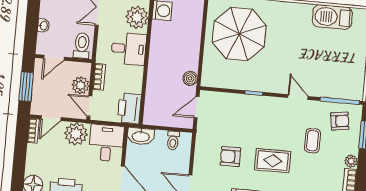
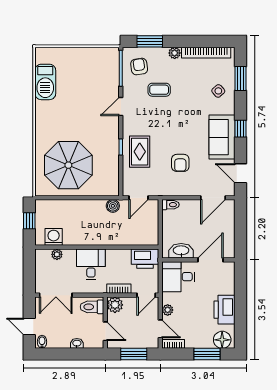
plant: (137, 17) -> (57, 254), width x0.53, depth x0.53
plant: (81, 85) -> (115, 305), moved
door: (197, 107) -> (138, 198), hinge flipped
plant: (76, 134) -> (168, 310), width x0.53, depth x0.53
washbasin: (141, 136) -> (181, 251), moved, turned -90
toilet: (173, 140) -> (171, 205), moved
rug: (273, 161) -> (140, 152), moved
window: (19, 167) -> (207, 354), added

